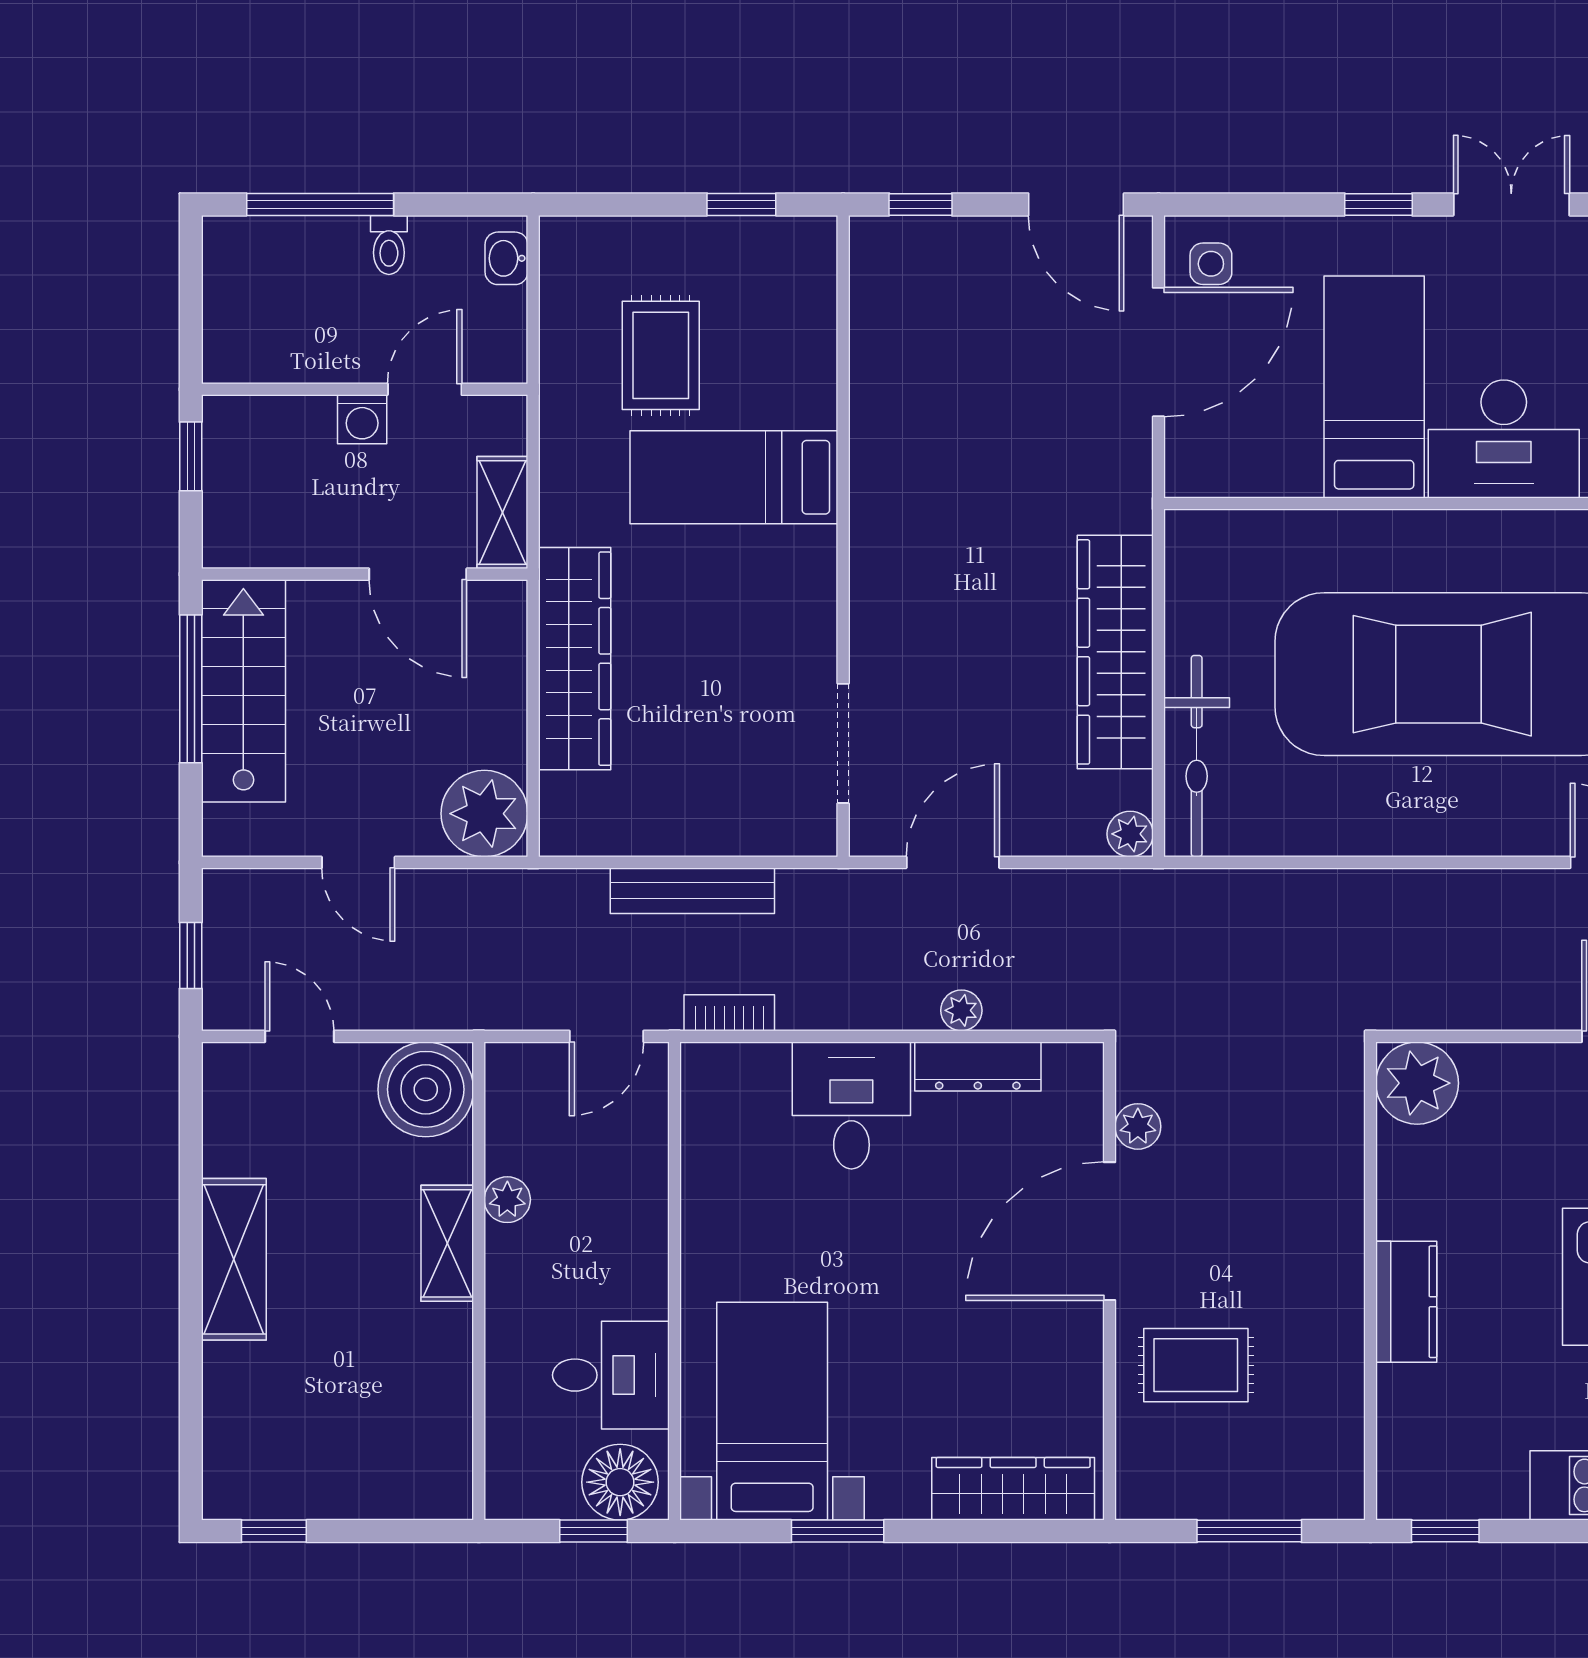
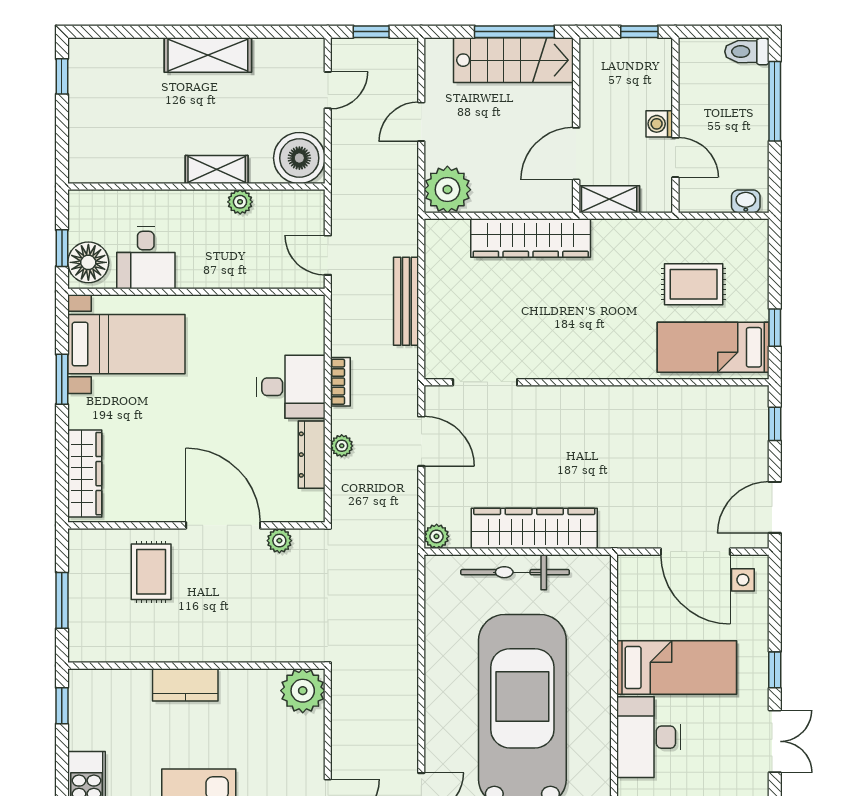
toilet: (389, 245) -> (747, 52), moved, width x1.37, depth x1.39
bed: (734, 477) -> (713, 347), moved, turned -90
bicycle: (1197, 756) -> (515, 572), moved
bookcase: (729, 1013) -> (340, 382), moved

